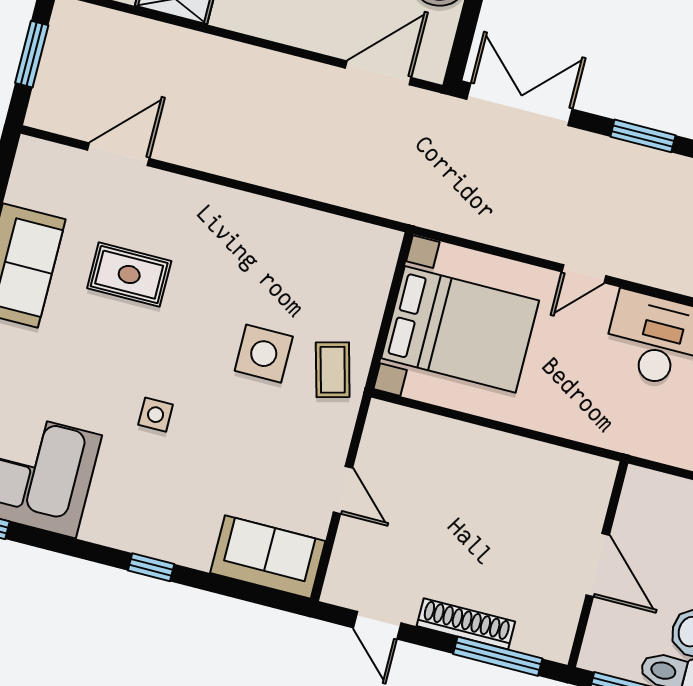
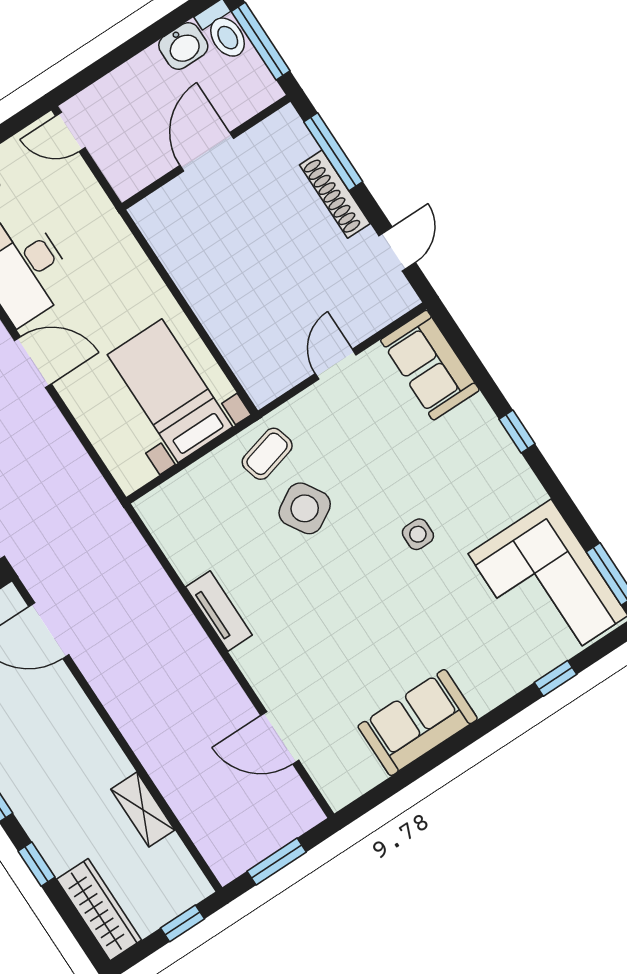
tv unit: (258, 211) -> (219, 611), added
door: (584, 274) -> (33, 362), width x1.37
rug: (129, 275) -> (348, 648), removed
bed with nightstands: (460, 329) -> (170, 391), width x0.73
side table: (264, 354) -> (305, 508), turned -31

